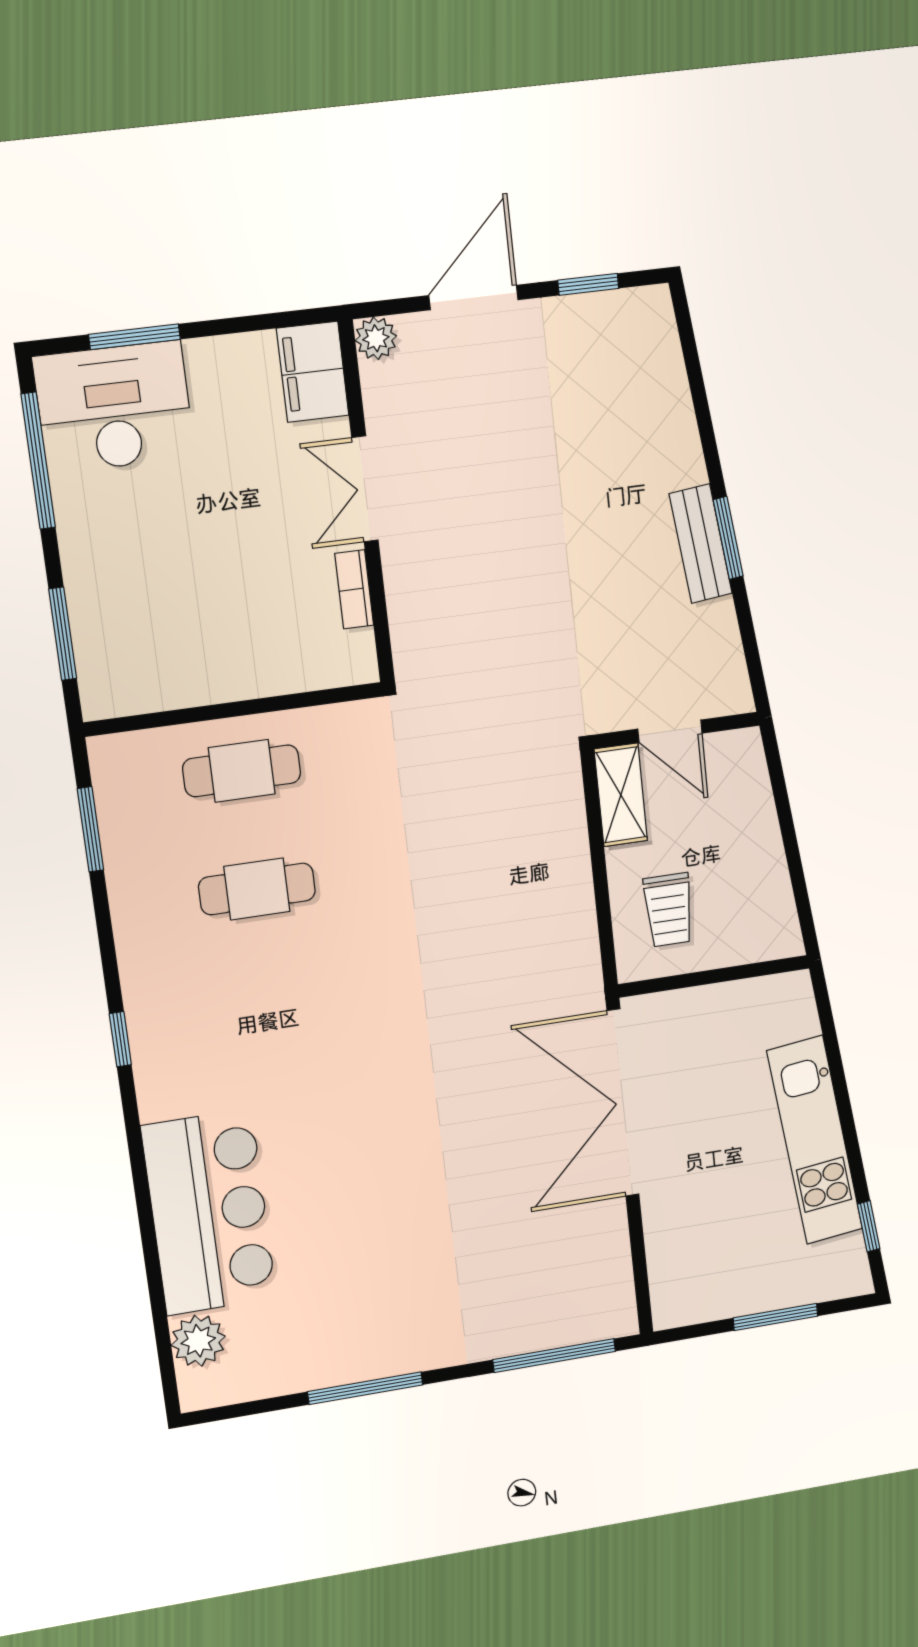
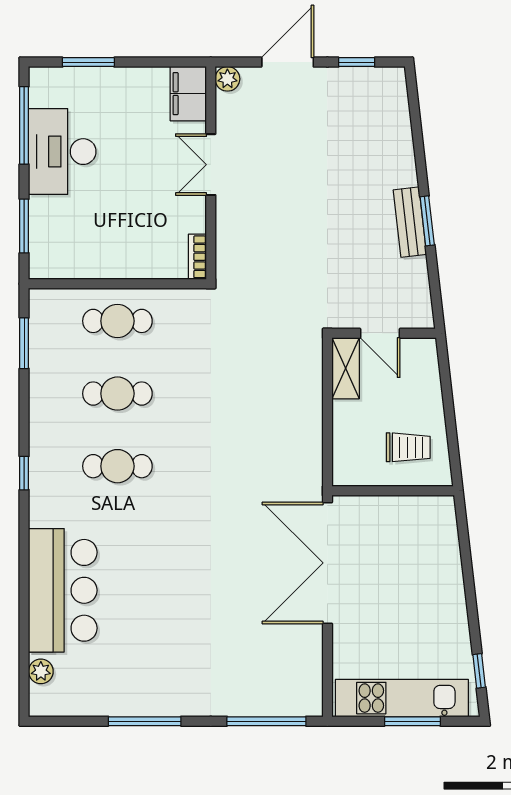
desk: (114, 407) -> (62, 152), moved, turned -90
bookcase: (354, 589) -> (197, 257), moved
trolley: (669, 910) -> (408, 447), moved, turned -90
cafe table: (272, 1005) -> (117, 466), added
kitchen unit: (815, 1140) -> (402, 698), moved, turned 97
plant: (198, 1341) -> (41, 671), width x0.73, depth x0.73

